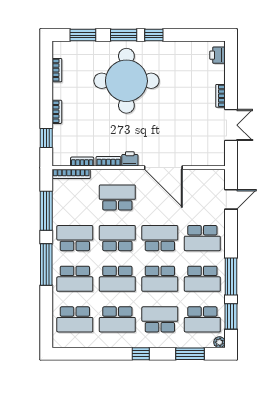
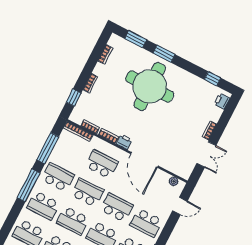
window: (154, 35) -> (213, 79), moved
plant: (209, 175) -> (174, 181), added

